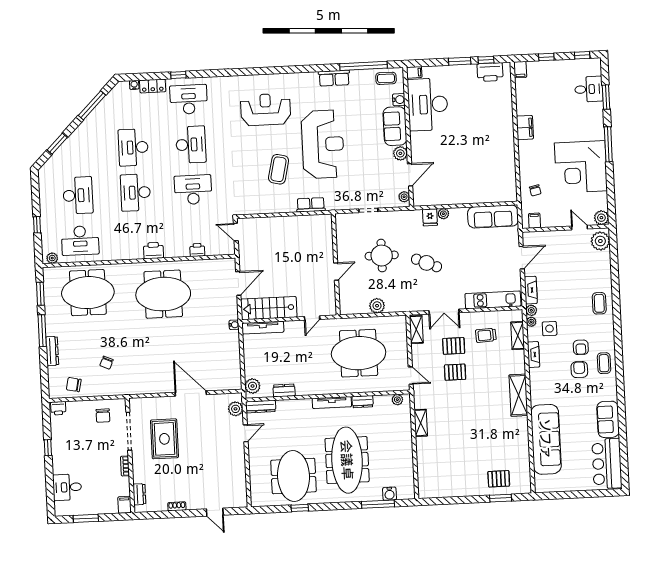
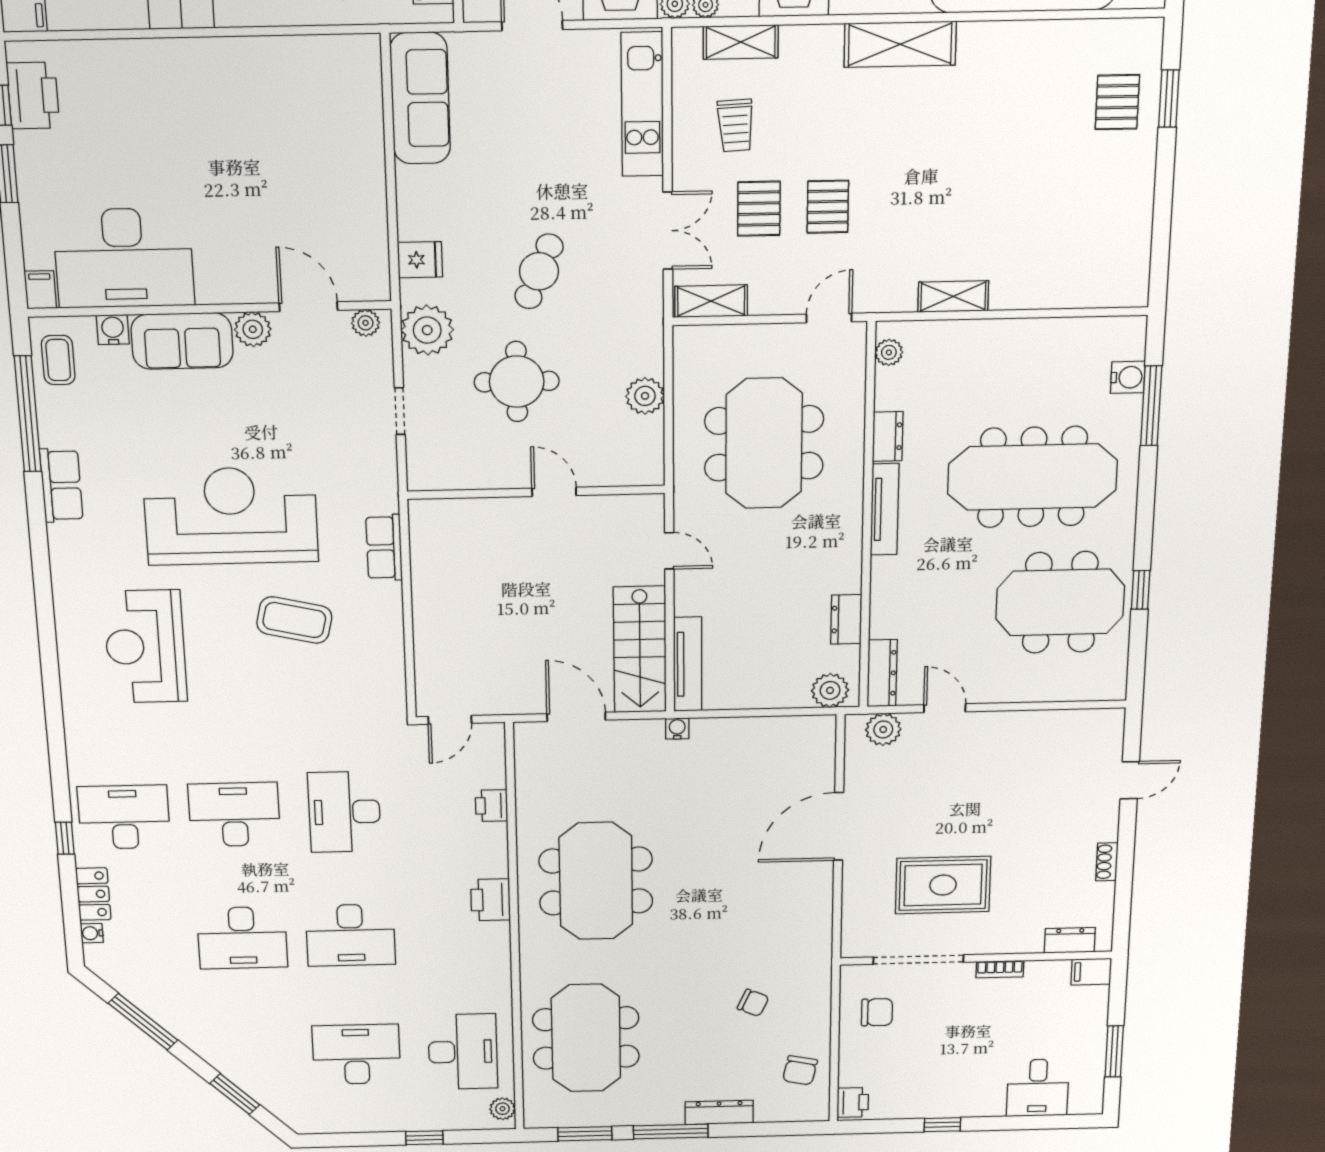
desk: (189, 99) -> (124, 817), turned 90
plant: (443, 214) -> (427, 330), moved, width x1.88, depth x1.88

